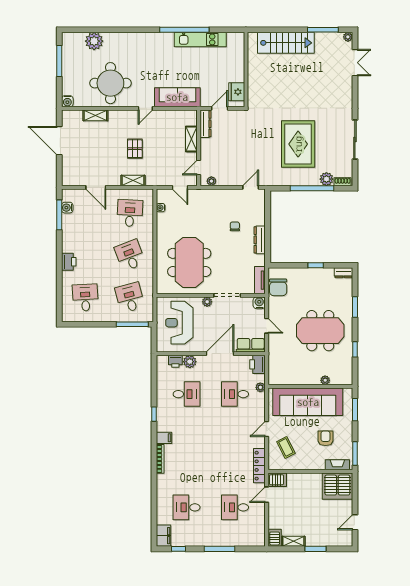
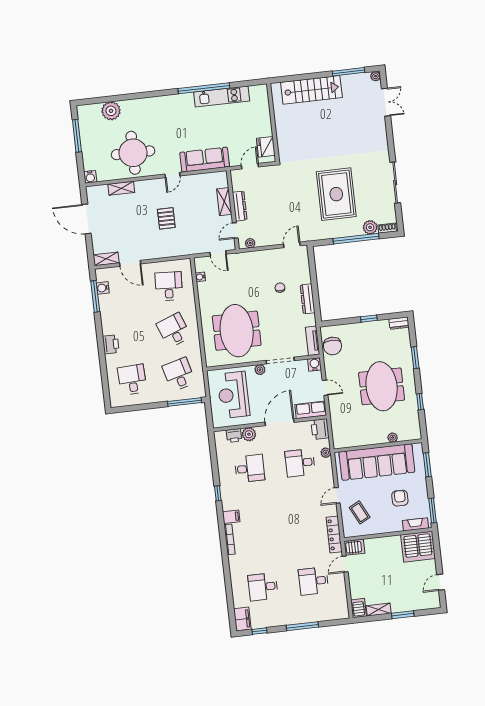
dresser: (206, 124) -> (240, 206), moved
shelving: (133, 180) -> (106, 259), moved
meeting table: (320, 331) -> (382, 386), turned 90

